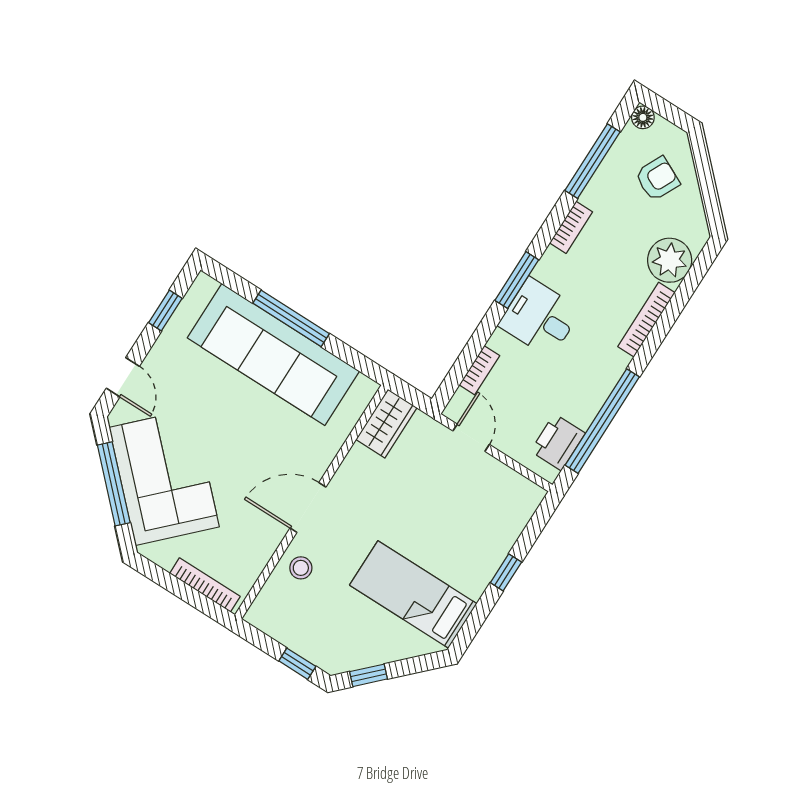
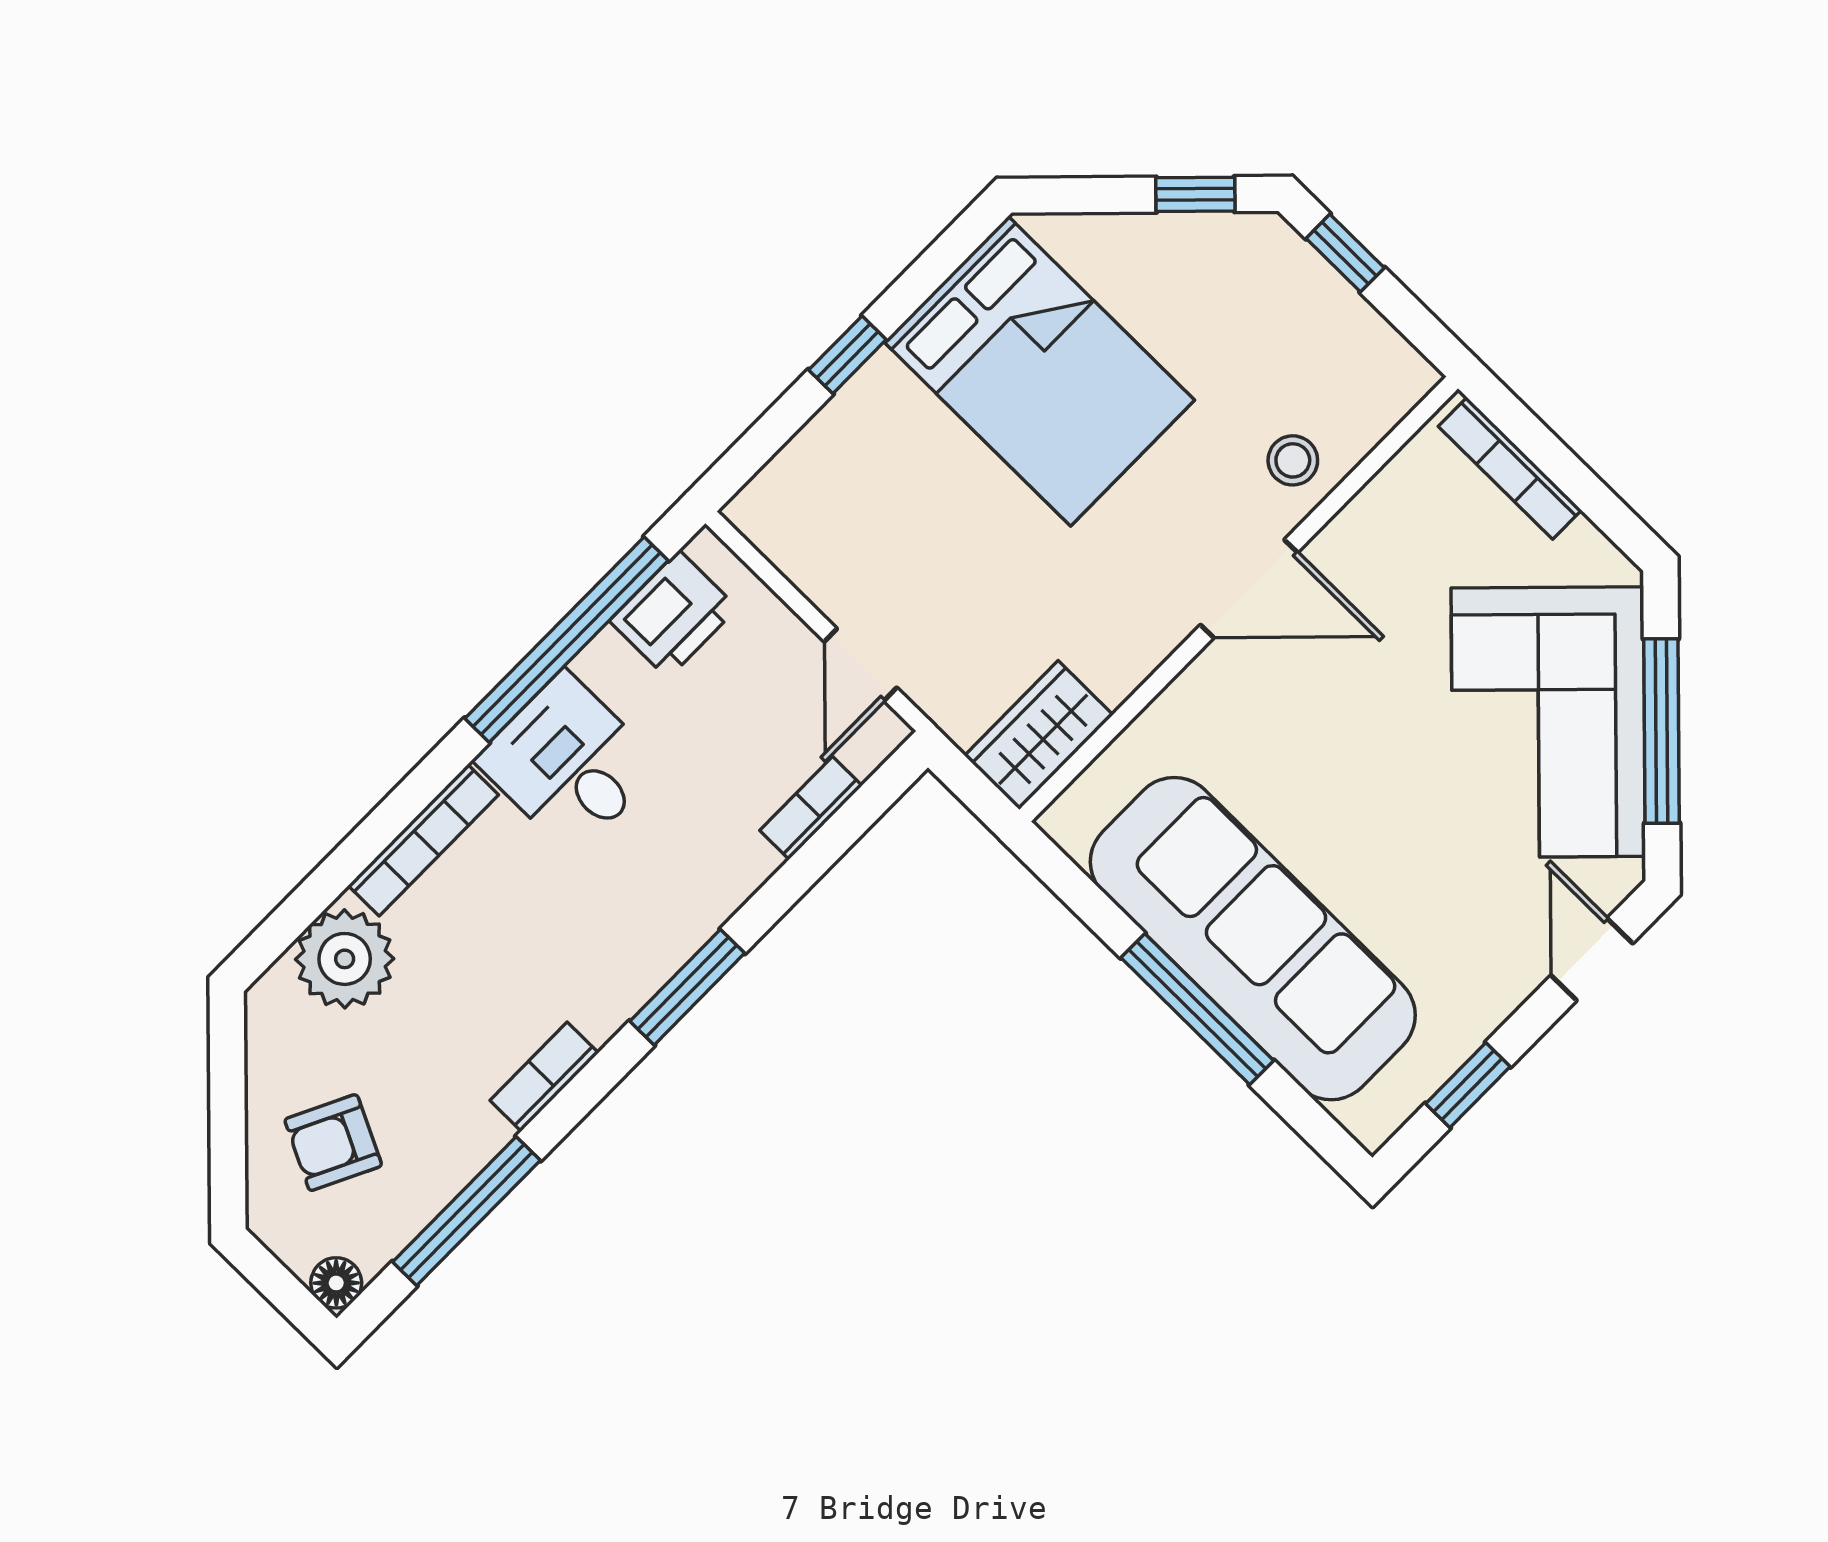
desk: (540, 318) -> (569, 763), moved, turned 180
bed: (413, 594) -> (1039, 371), width x1.50

